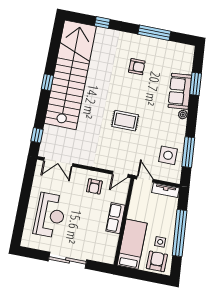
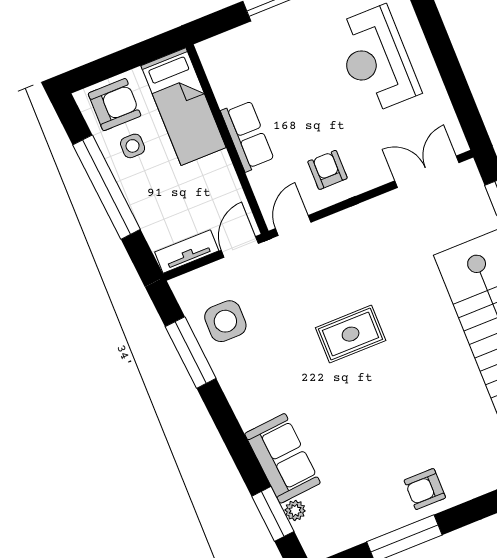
armchair: (137, 67) -> (425, 489), moved
window: (196, 84) -> (273, 514), moved
plant: (183, 115) -> (295, 510), moved
door: (145, 179) -> (240, 247), swing flipped
armchair: (157, 261) -> (115, 105), turned -90

